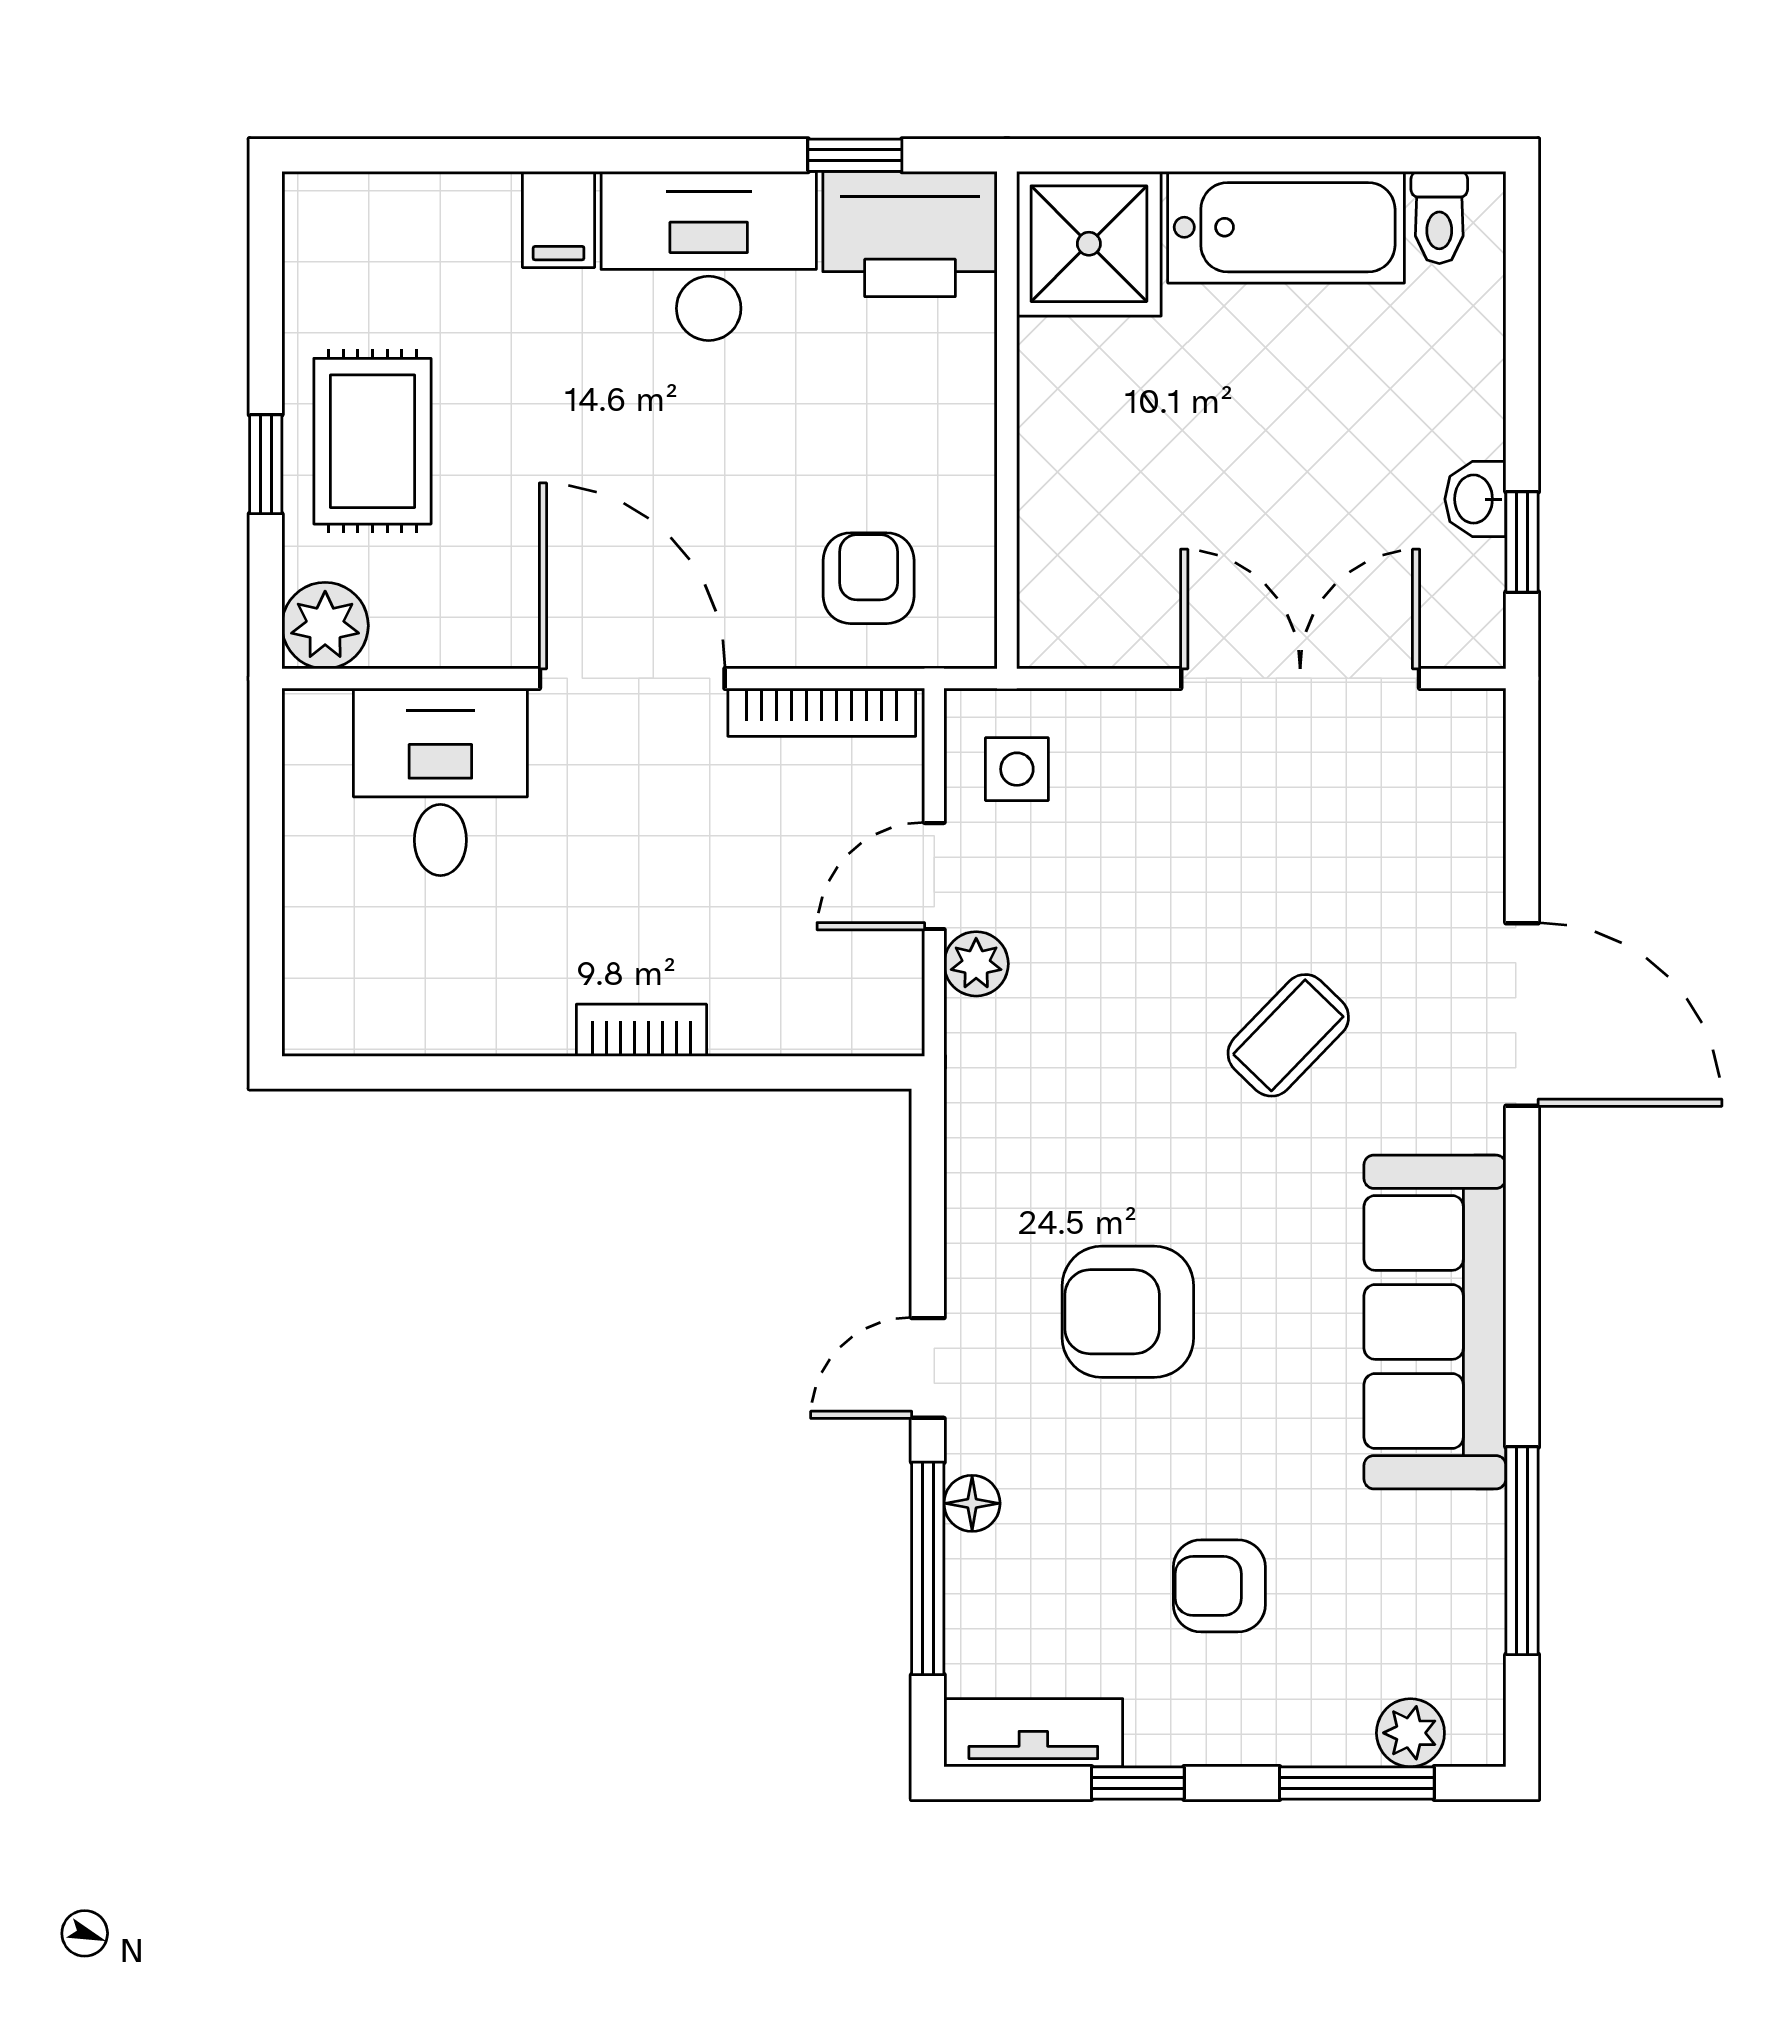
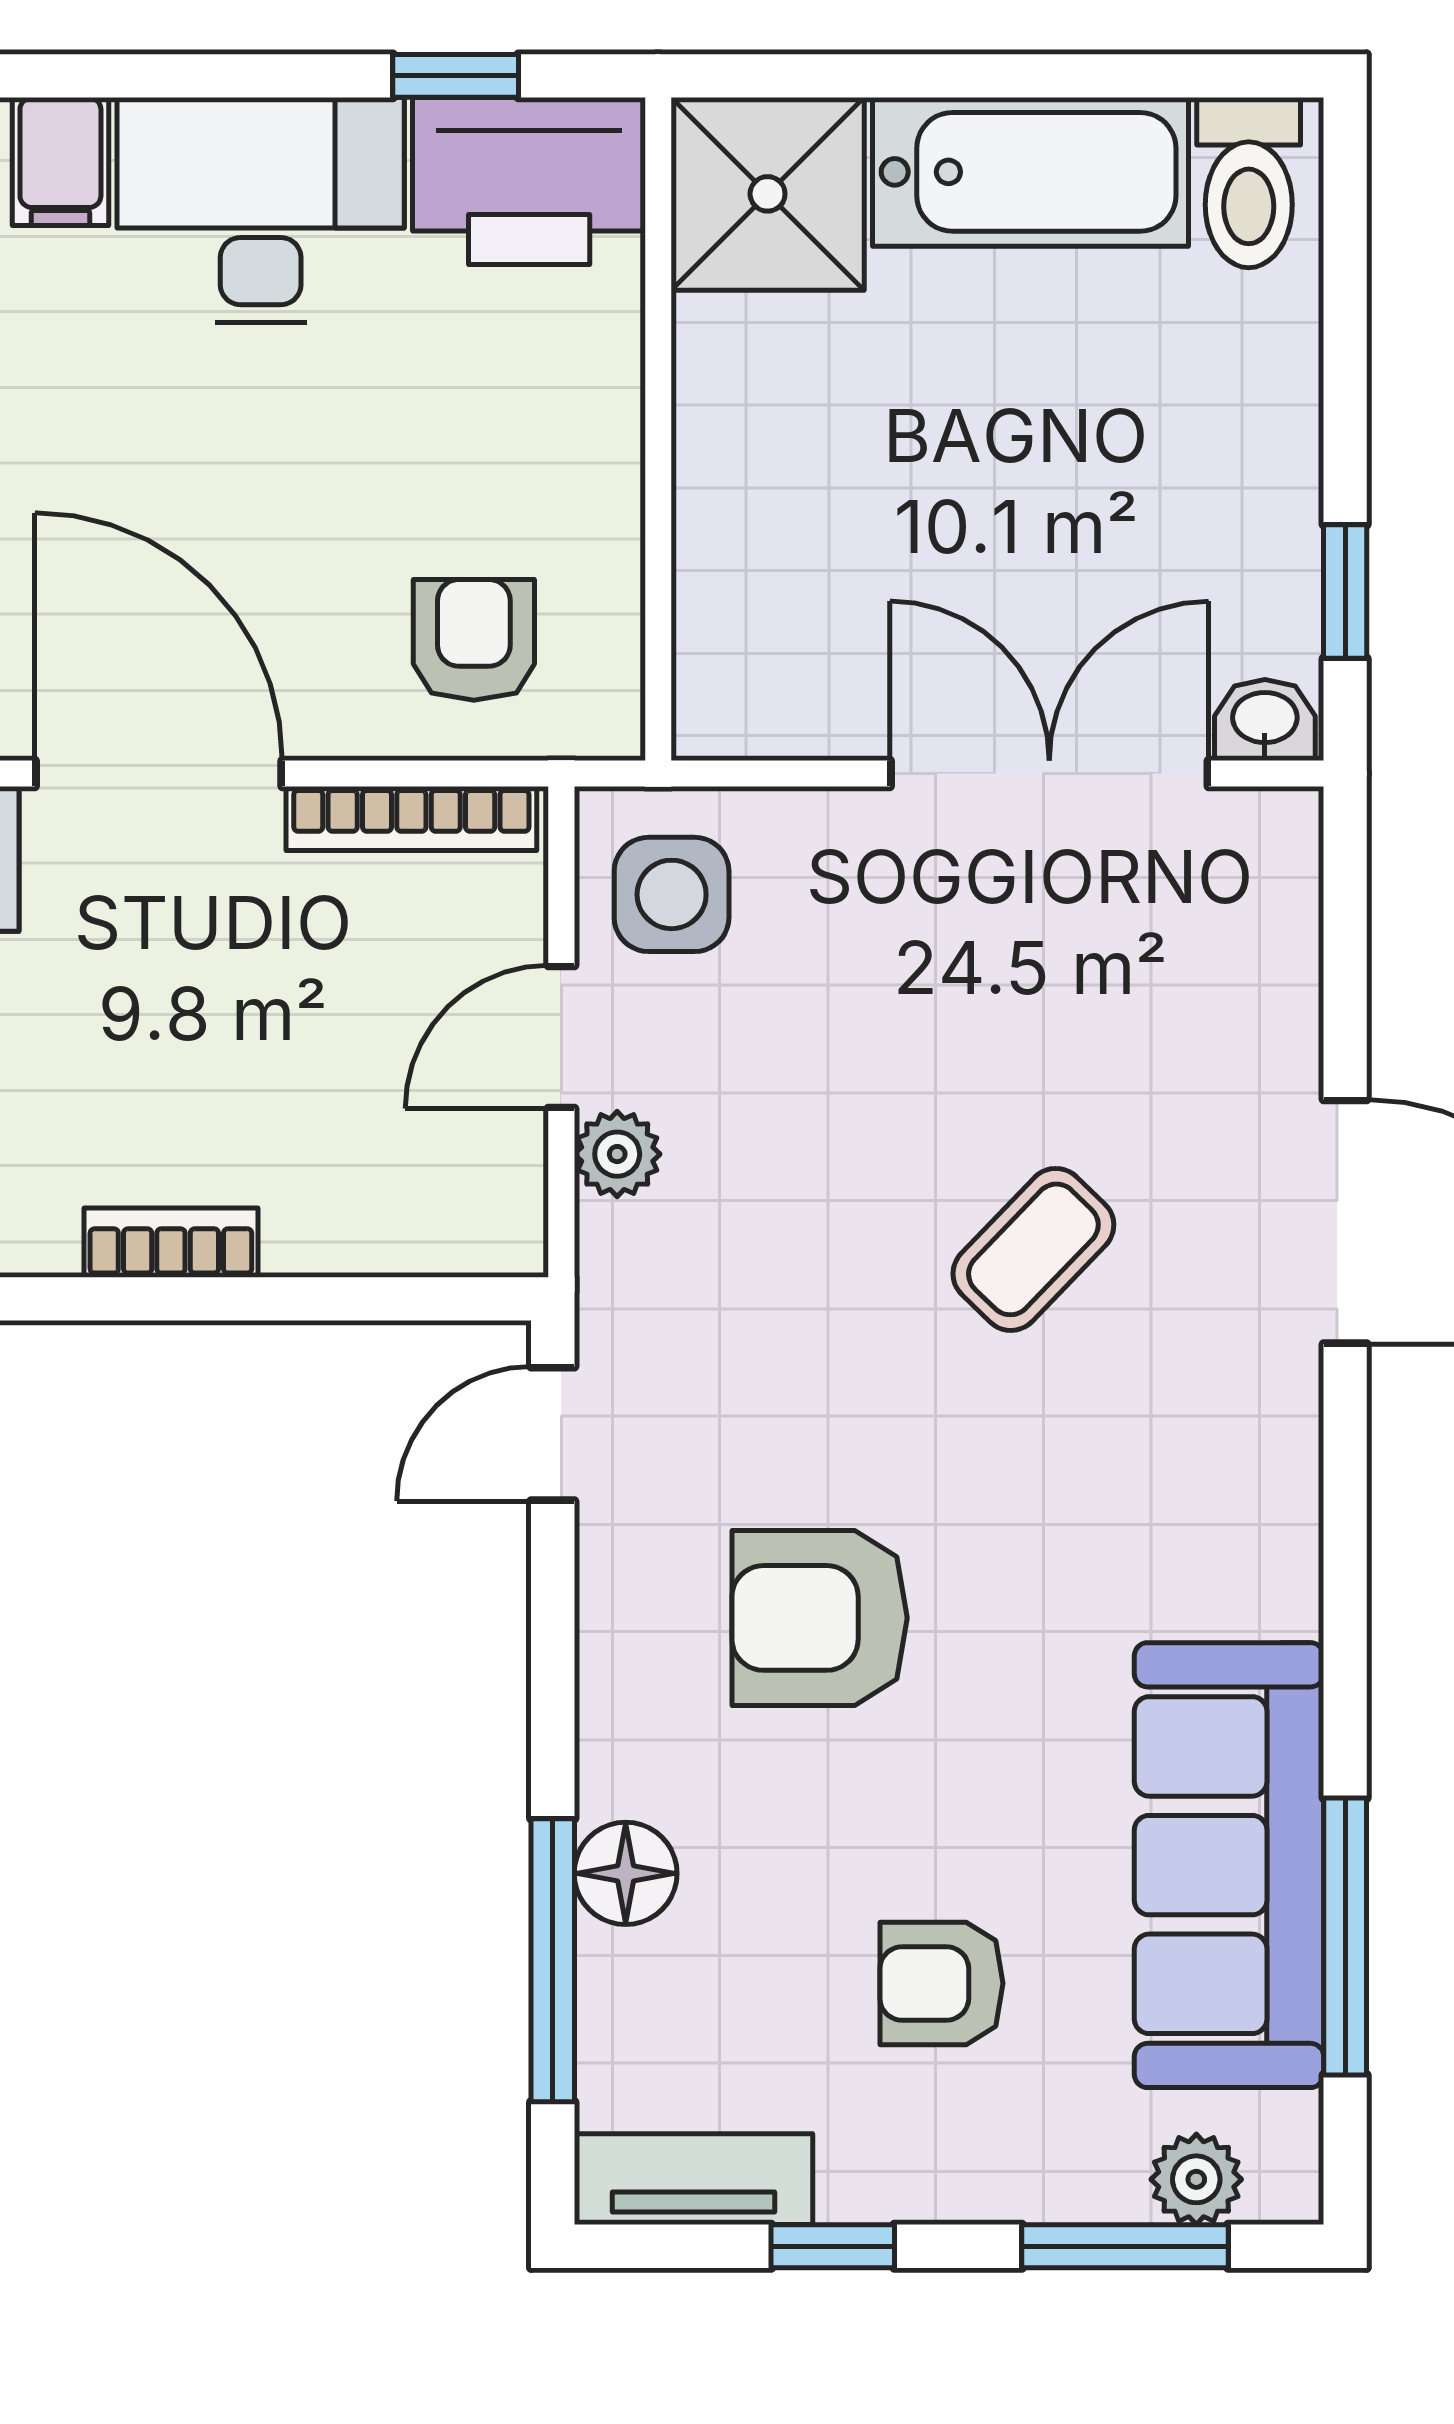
toilet: (1439, 217) -> (1249, 183), width x1.37, depth x1.39
washbasin: (1475, 499) -> (1265, 720), moved, turned 90
side table: (1017, 769) -> (672, 894), width x1.37, depth x1.37
sofa: (1435, 1322) -> (1229, 1865), moved
door: (928, 1368) -> (553, 1434), moved
floor lamp: (972, 1503) -> (626, 1873), width x1.37, depth x1.37

